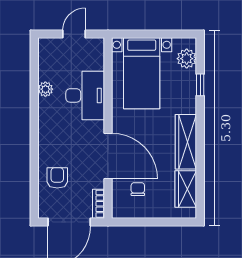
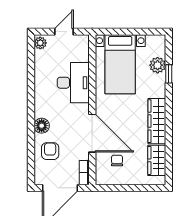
plant: (187, 59) -> (158, 65), moved
plant: (45, 89) -> (40, 43), moved
floor lamp: (47, 147) -> (42, 126), added

